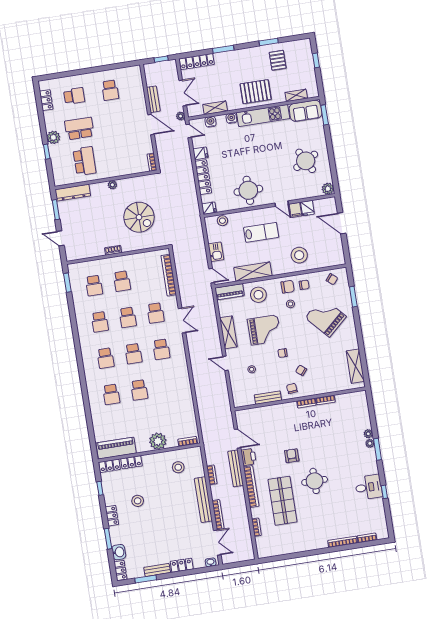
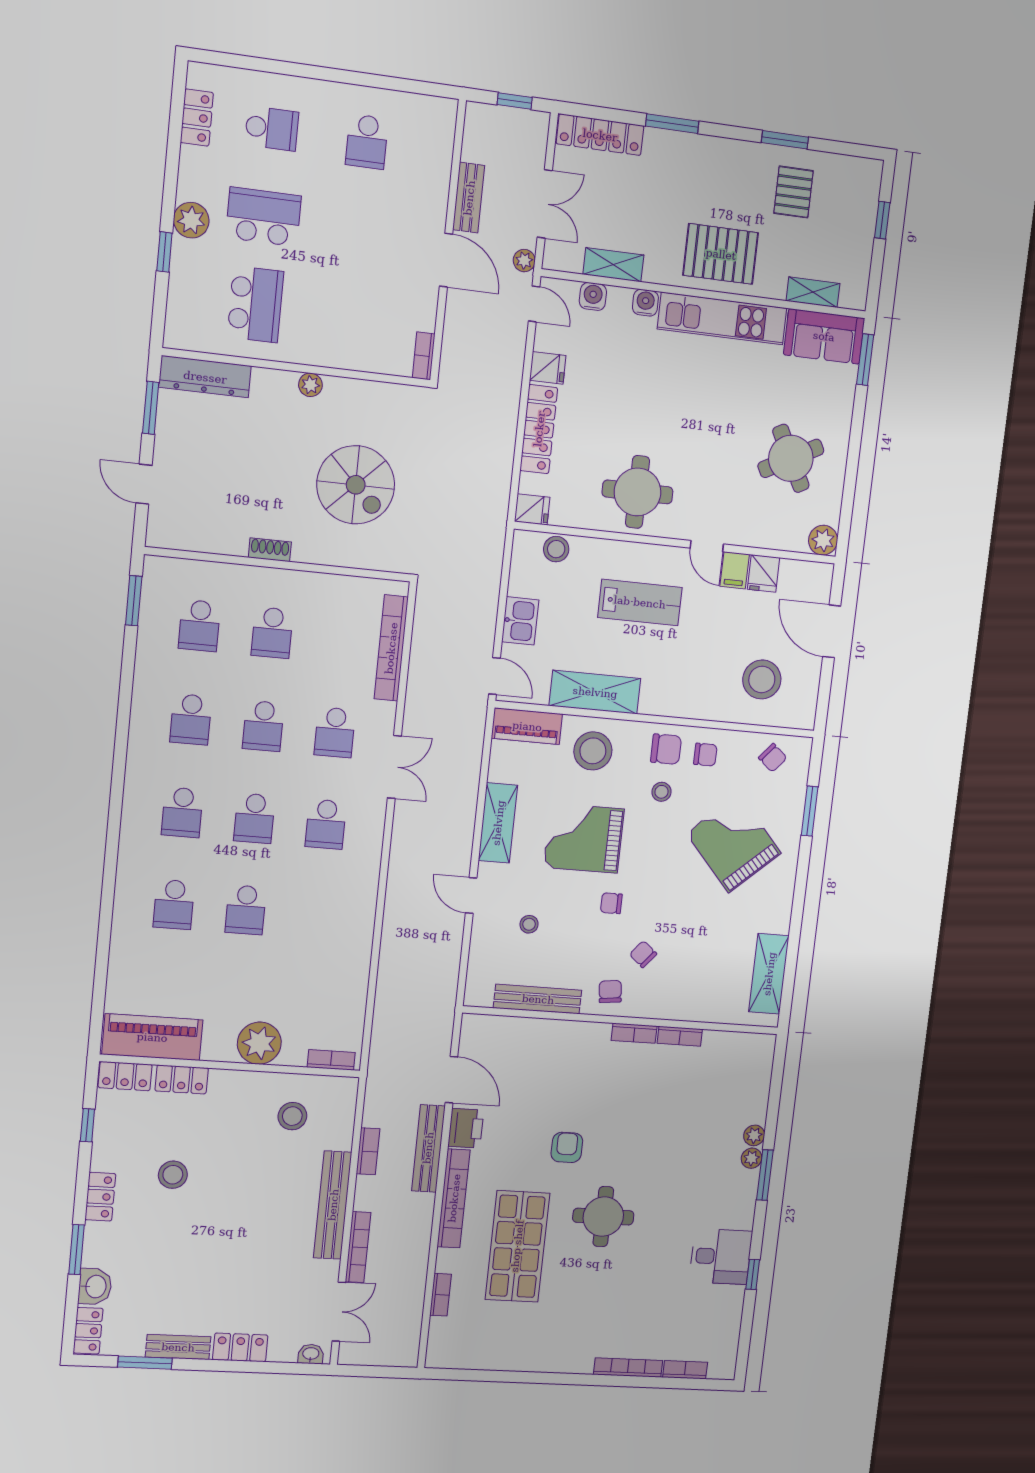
stool: (299, 255) -> (762, 679), moved
grand piano: (264, 330) -> (584, 838), turned 180
bench: (268, 398) -> (538, 999), width x1.36

